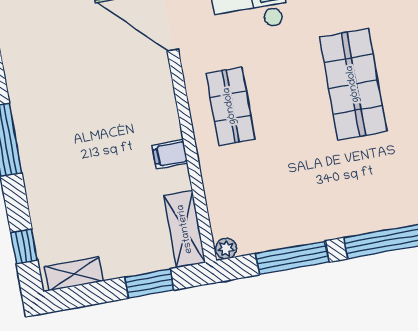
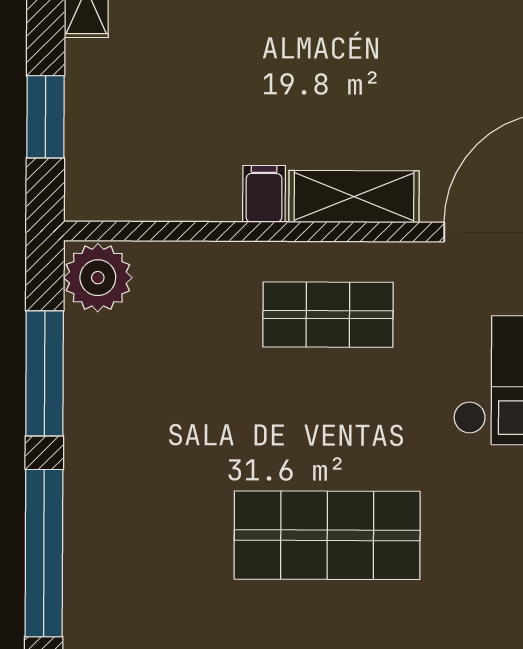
shelving: (185, 229) -> (354, 197), moved
plant: (226, 249) -> (98, 278), width x1.87, depth x1.87

